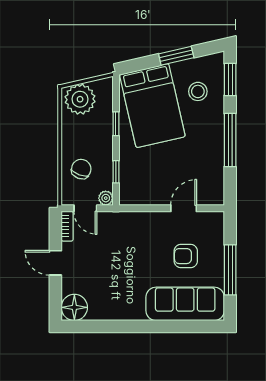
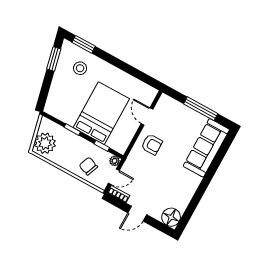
window: (176, 56) -> (54, 59), moved
bed: (152, 106) -> (101, 113), moved, turned -77
window: (230, 140) -> (121, 65), removed
armchair: (186, 256) -> (152, 144), moved, turned -90

